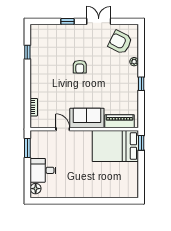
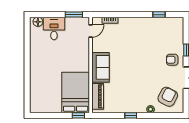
armchair: (80, 67) -> (172, 60), moved
door: (63, 129) -> (91, 31), moved

